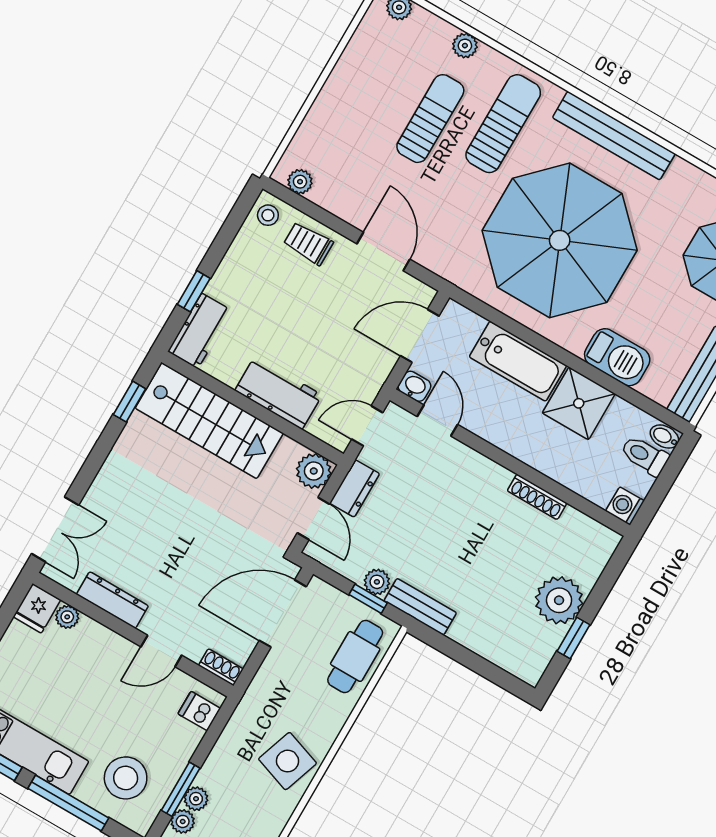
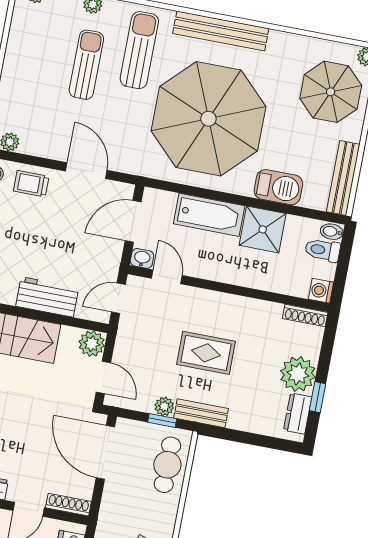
dresser: (355, 488) -> (298, 414), moved, turned 180
shoe rack: (537, 497) -> (305, 316), moved
rug: (453, 533) -> (206, 353), added
door: (283, 614) -> (105, 452), hinge flipped
shoe rack: (221, 667) -> (68, 505), width x1.43

